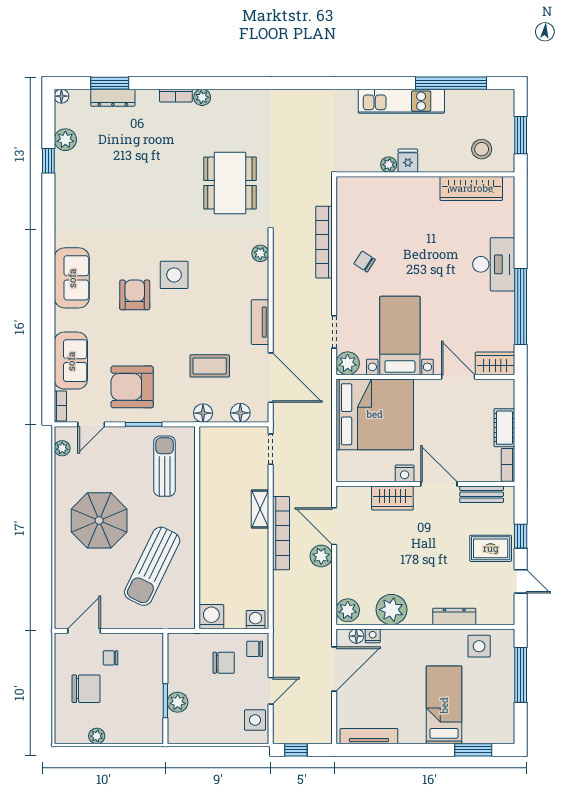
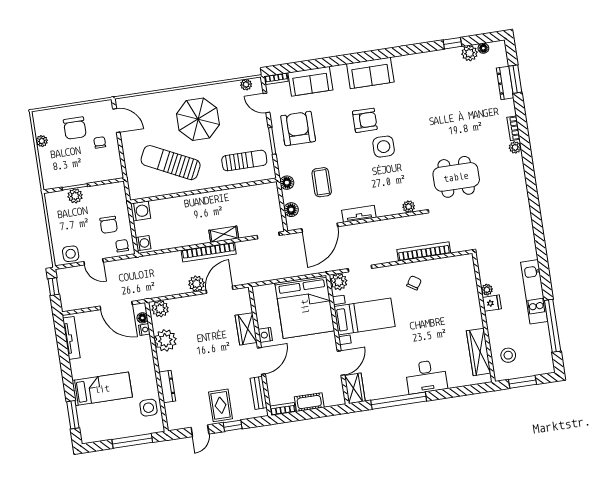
floor lamp: (61, 96) -> (483, 48), moved

